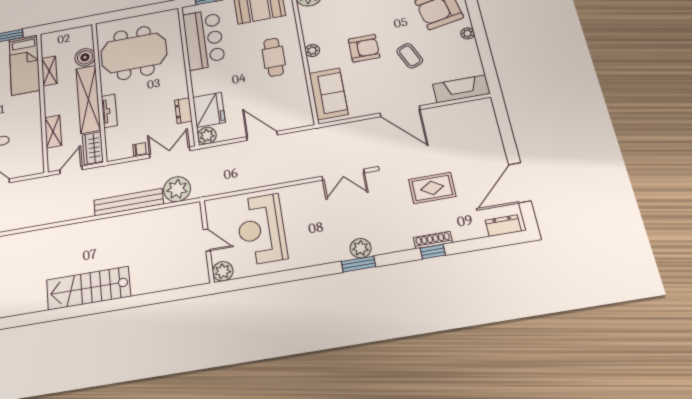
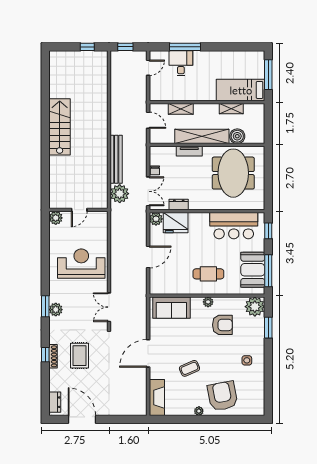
armchair: (364, 48) -> (222, 325), moved, turned -90
wardrobe: (93, 148) -> (162, 137), removed
rug: (432, 188) -> (80, 356), moved
reception desk: (261, 229) -> (81, 264), moved

